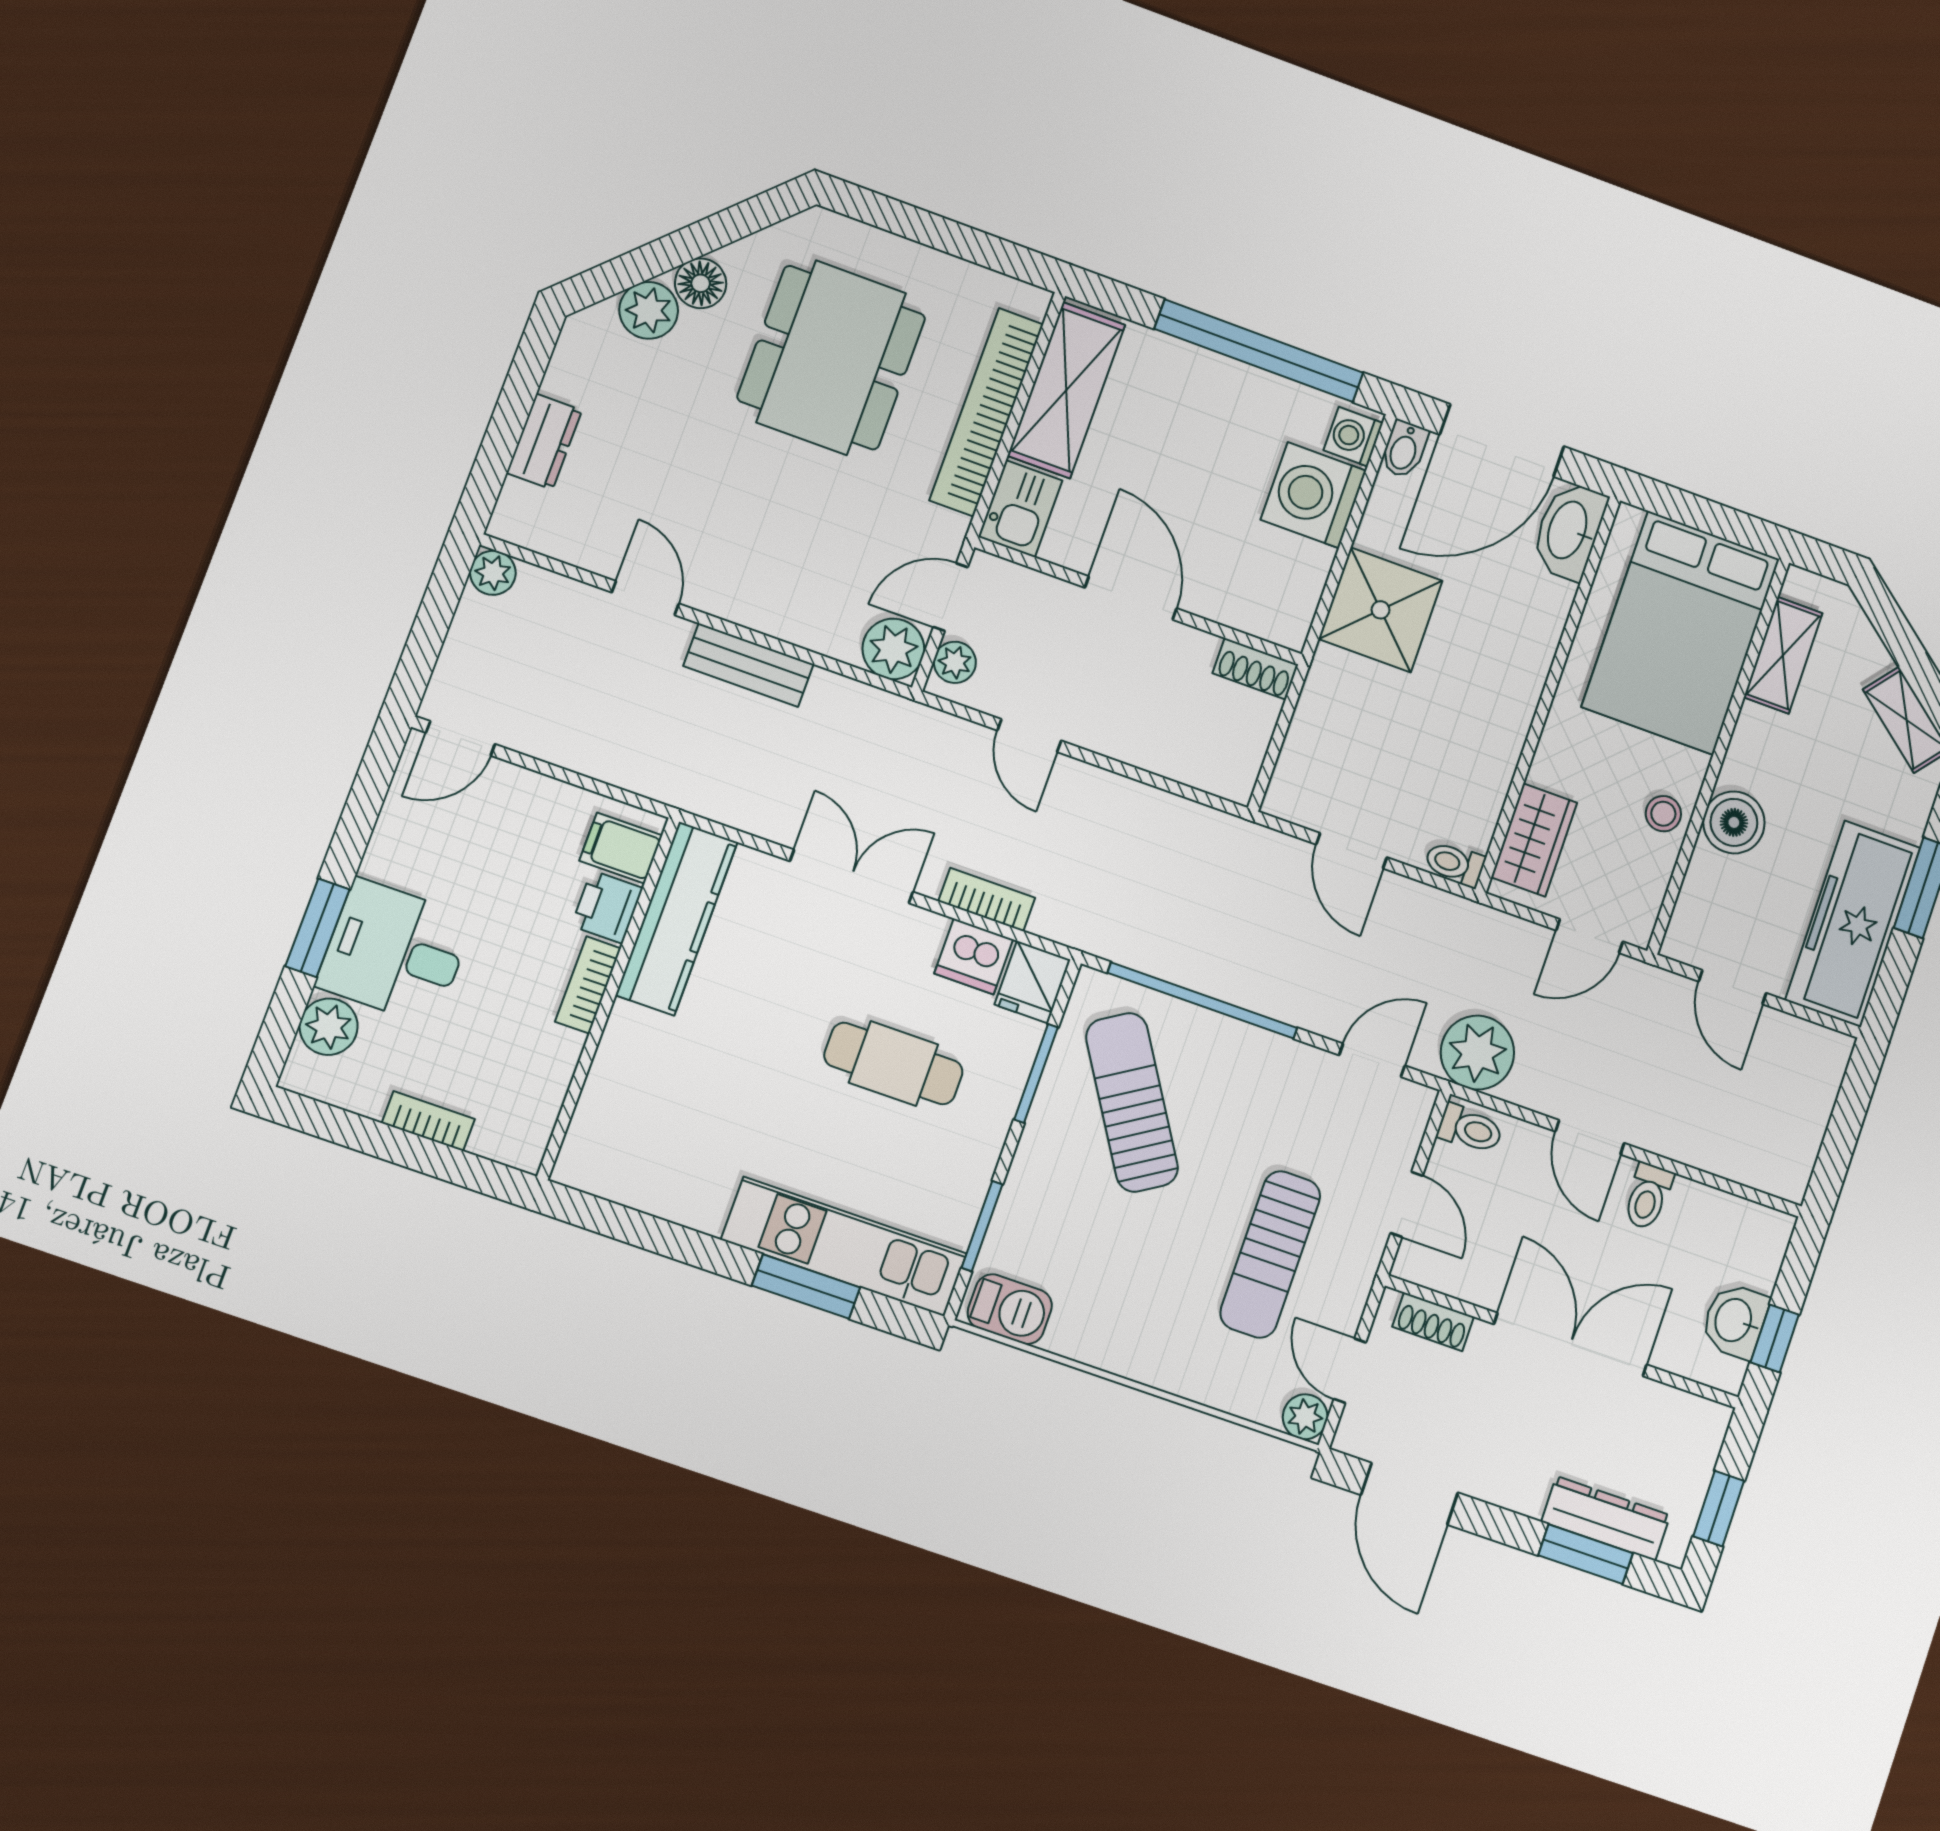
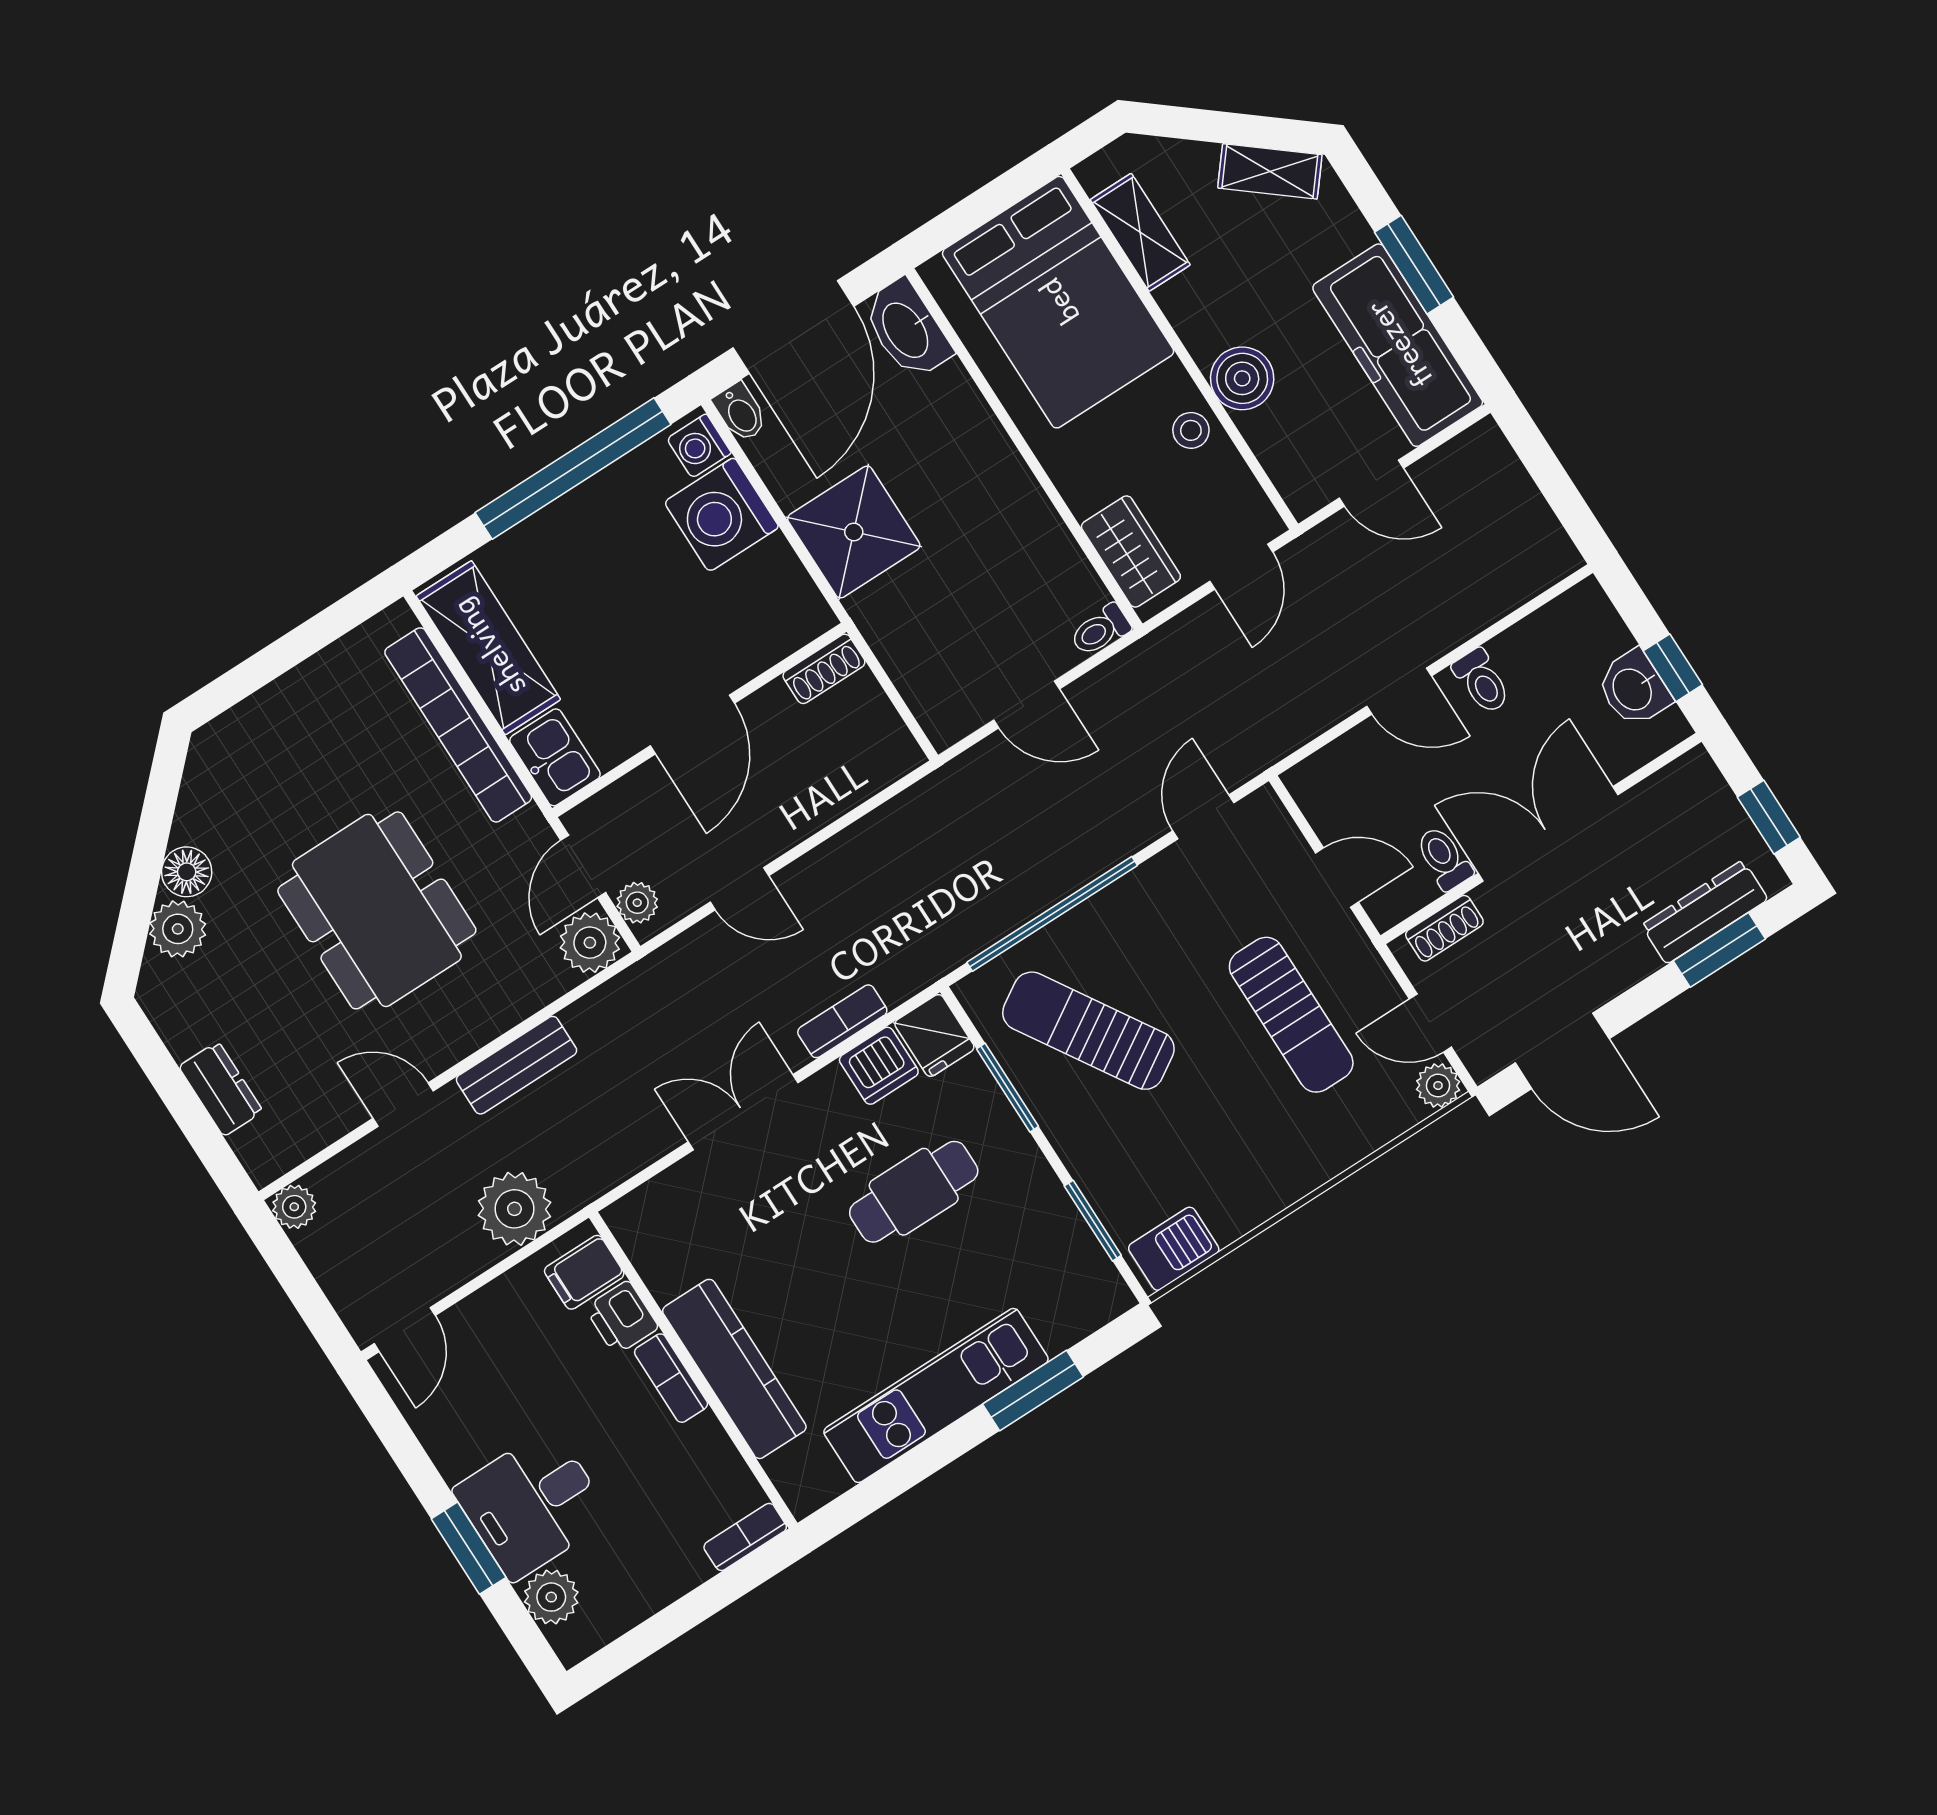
dining table: (831, 358) -> (377, 910), moved
door: (1131, 598) -> (692, 725), swing flipped
kitchen counter: (677, 918) -> (734, 1369), moved
plant: (1477, 1053) -> (514, 1209), moved
bookcase: (428, 1121) -> (745, 1537), moved
toilet: (1470, 1129) -> (1444, 858), moved, turned -90
kitchen unit: (844, 1247) -> (936, 1395), moved

